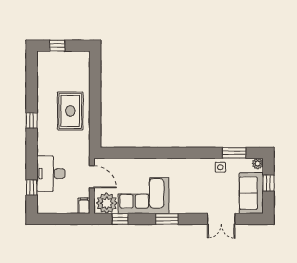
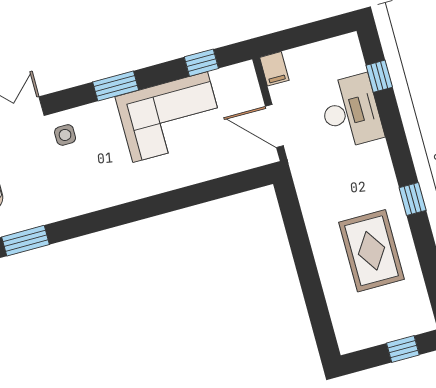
rug: (70, 111) -> (372, 251), moved
side table: (220, 167) -> (65, 135), moved
plant: (107, 203) -> (234, 85), removed

